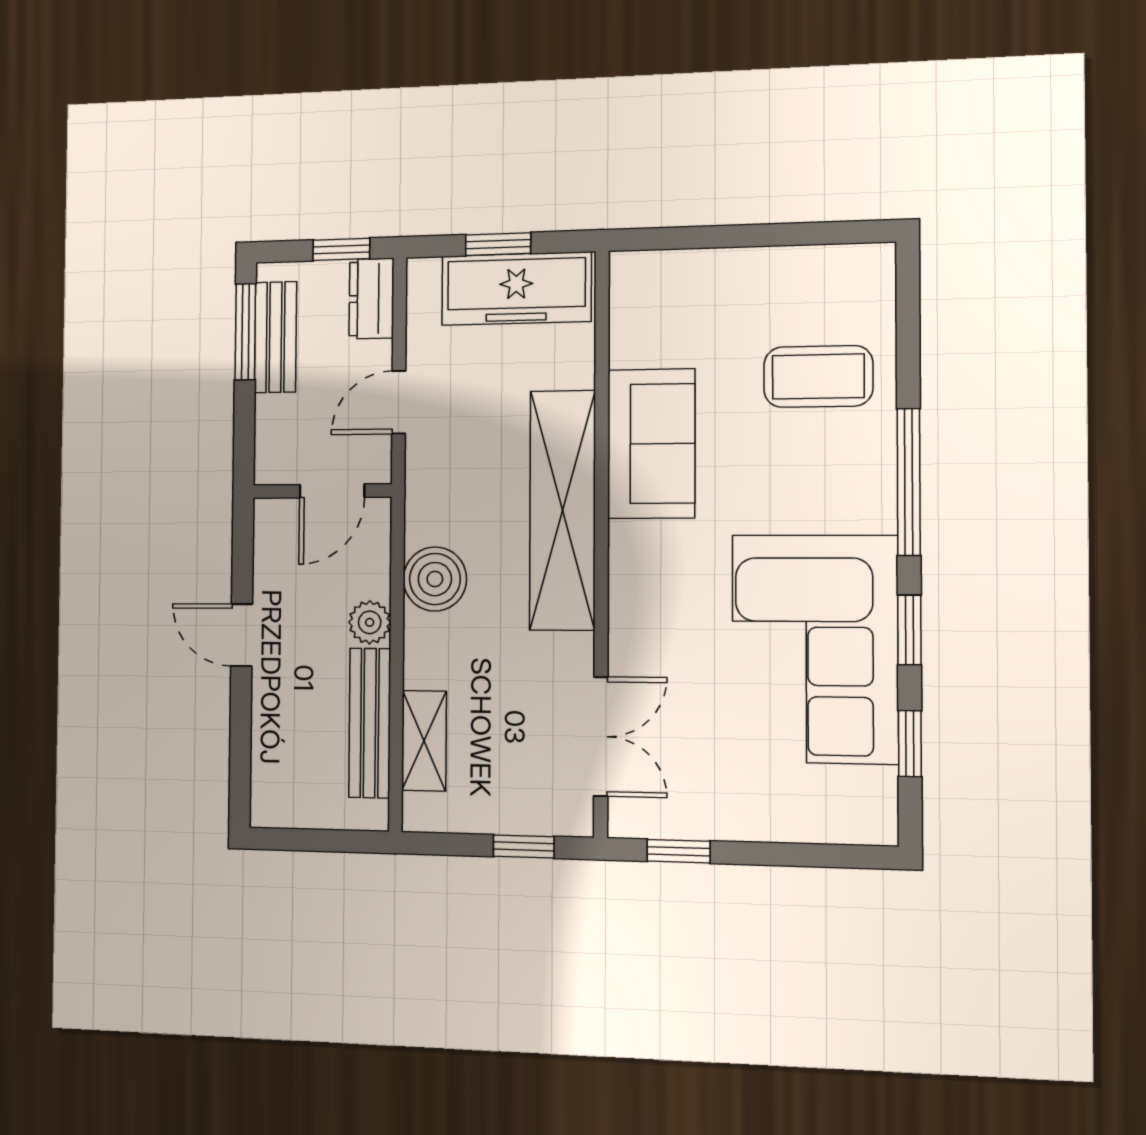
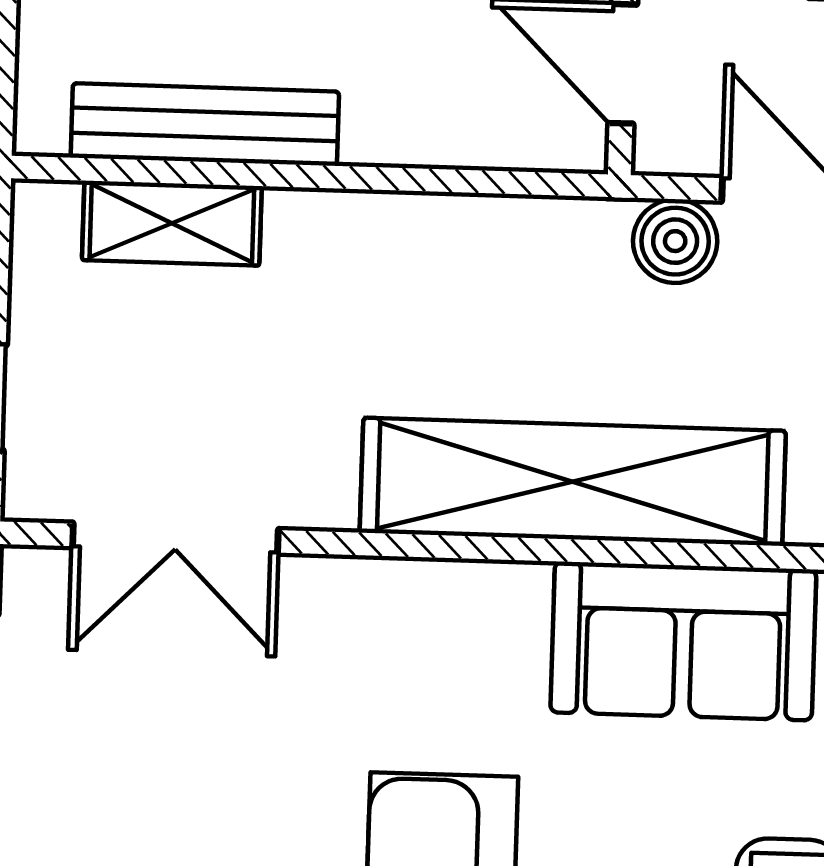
boiler: (435, 579) -> (675, 241), moved, width x0.73, depth x0.73
plant: (370, 622) -> (384, 128), removed

